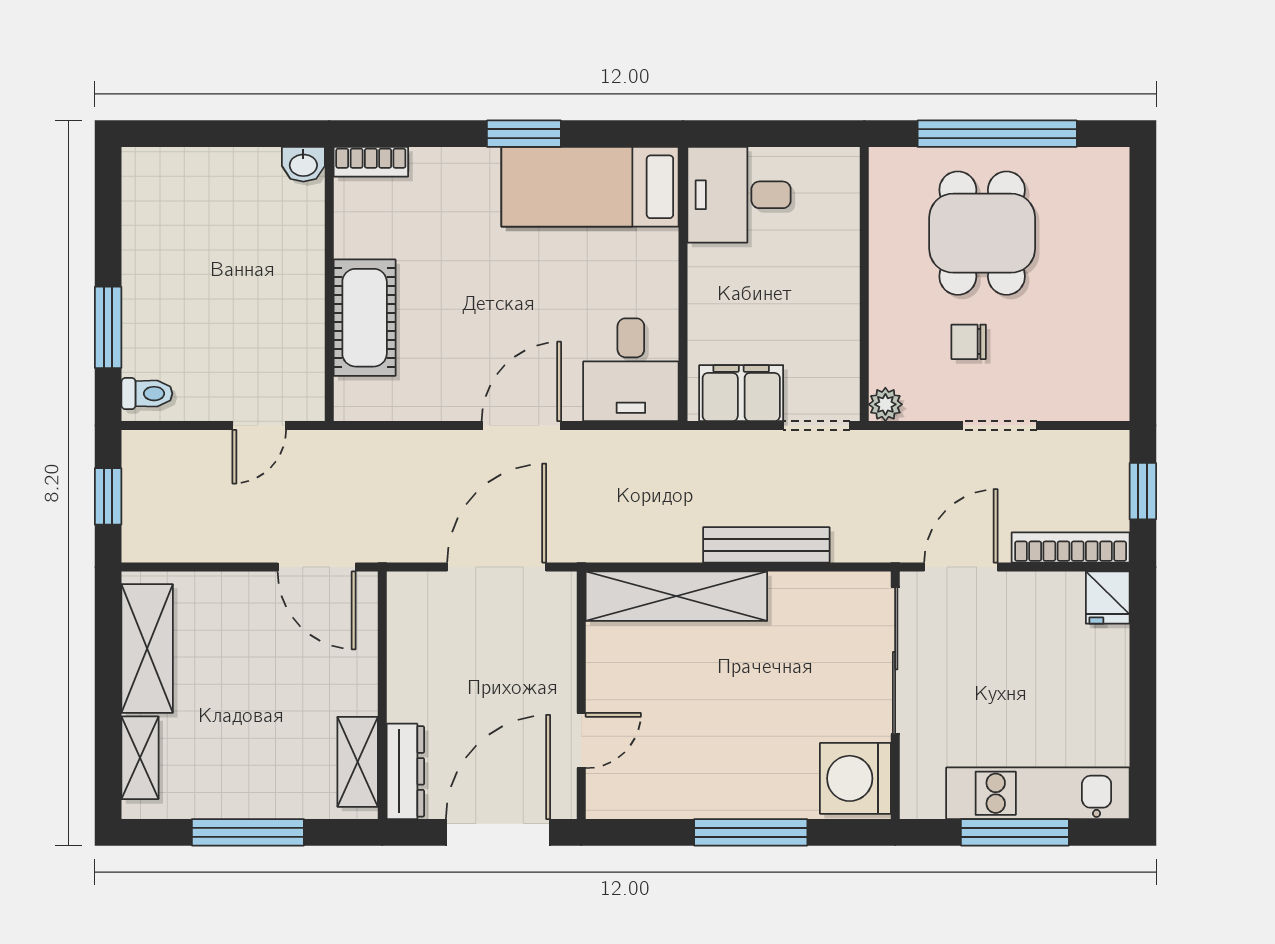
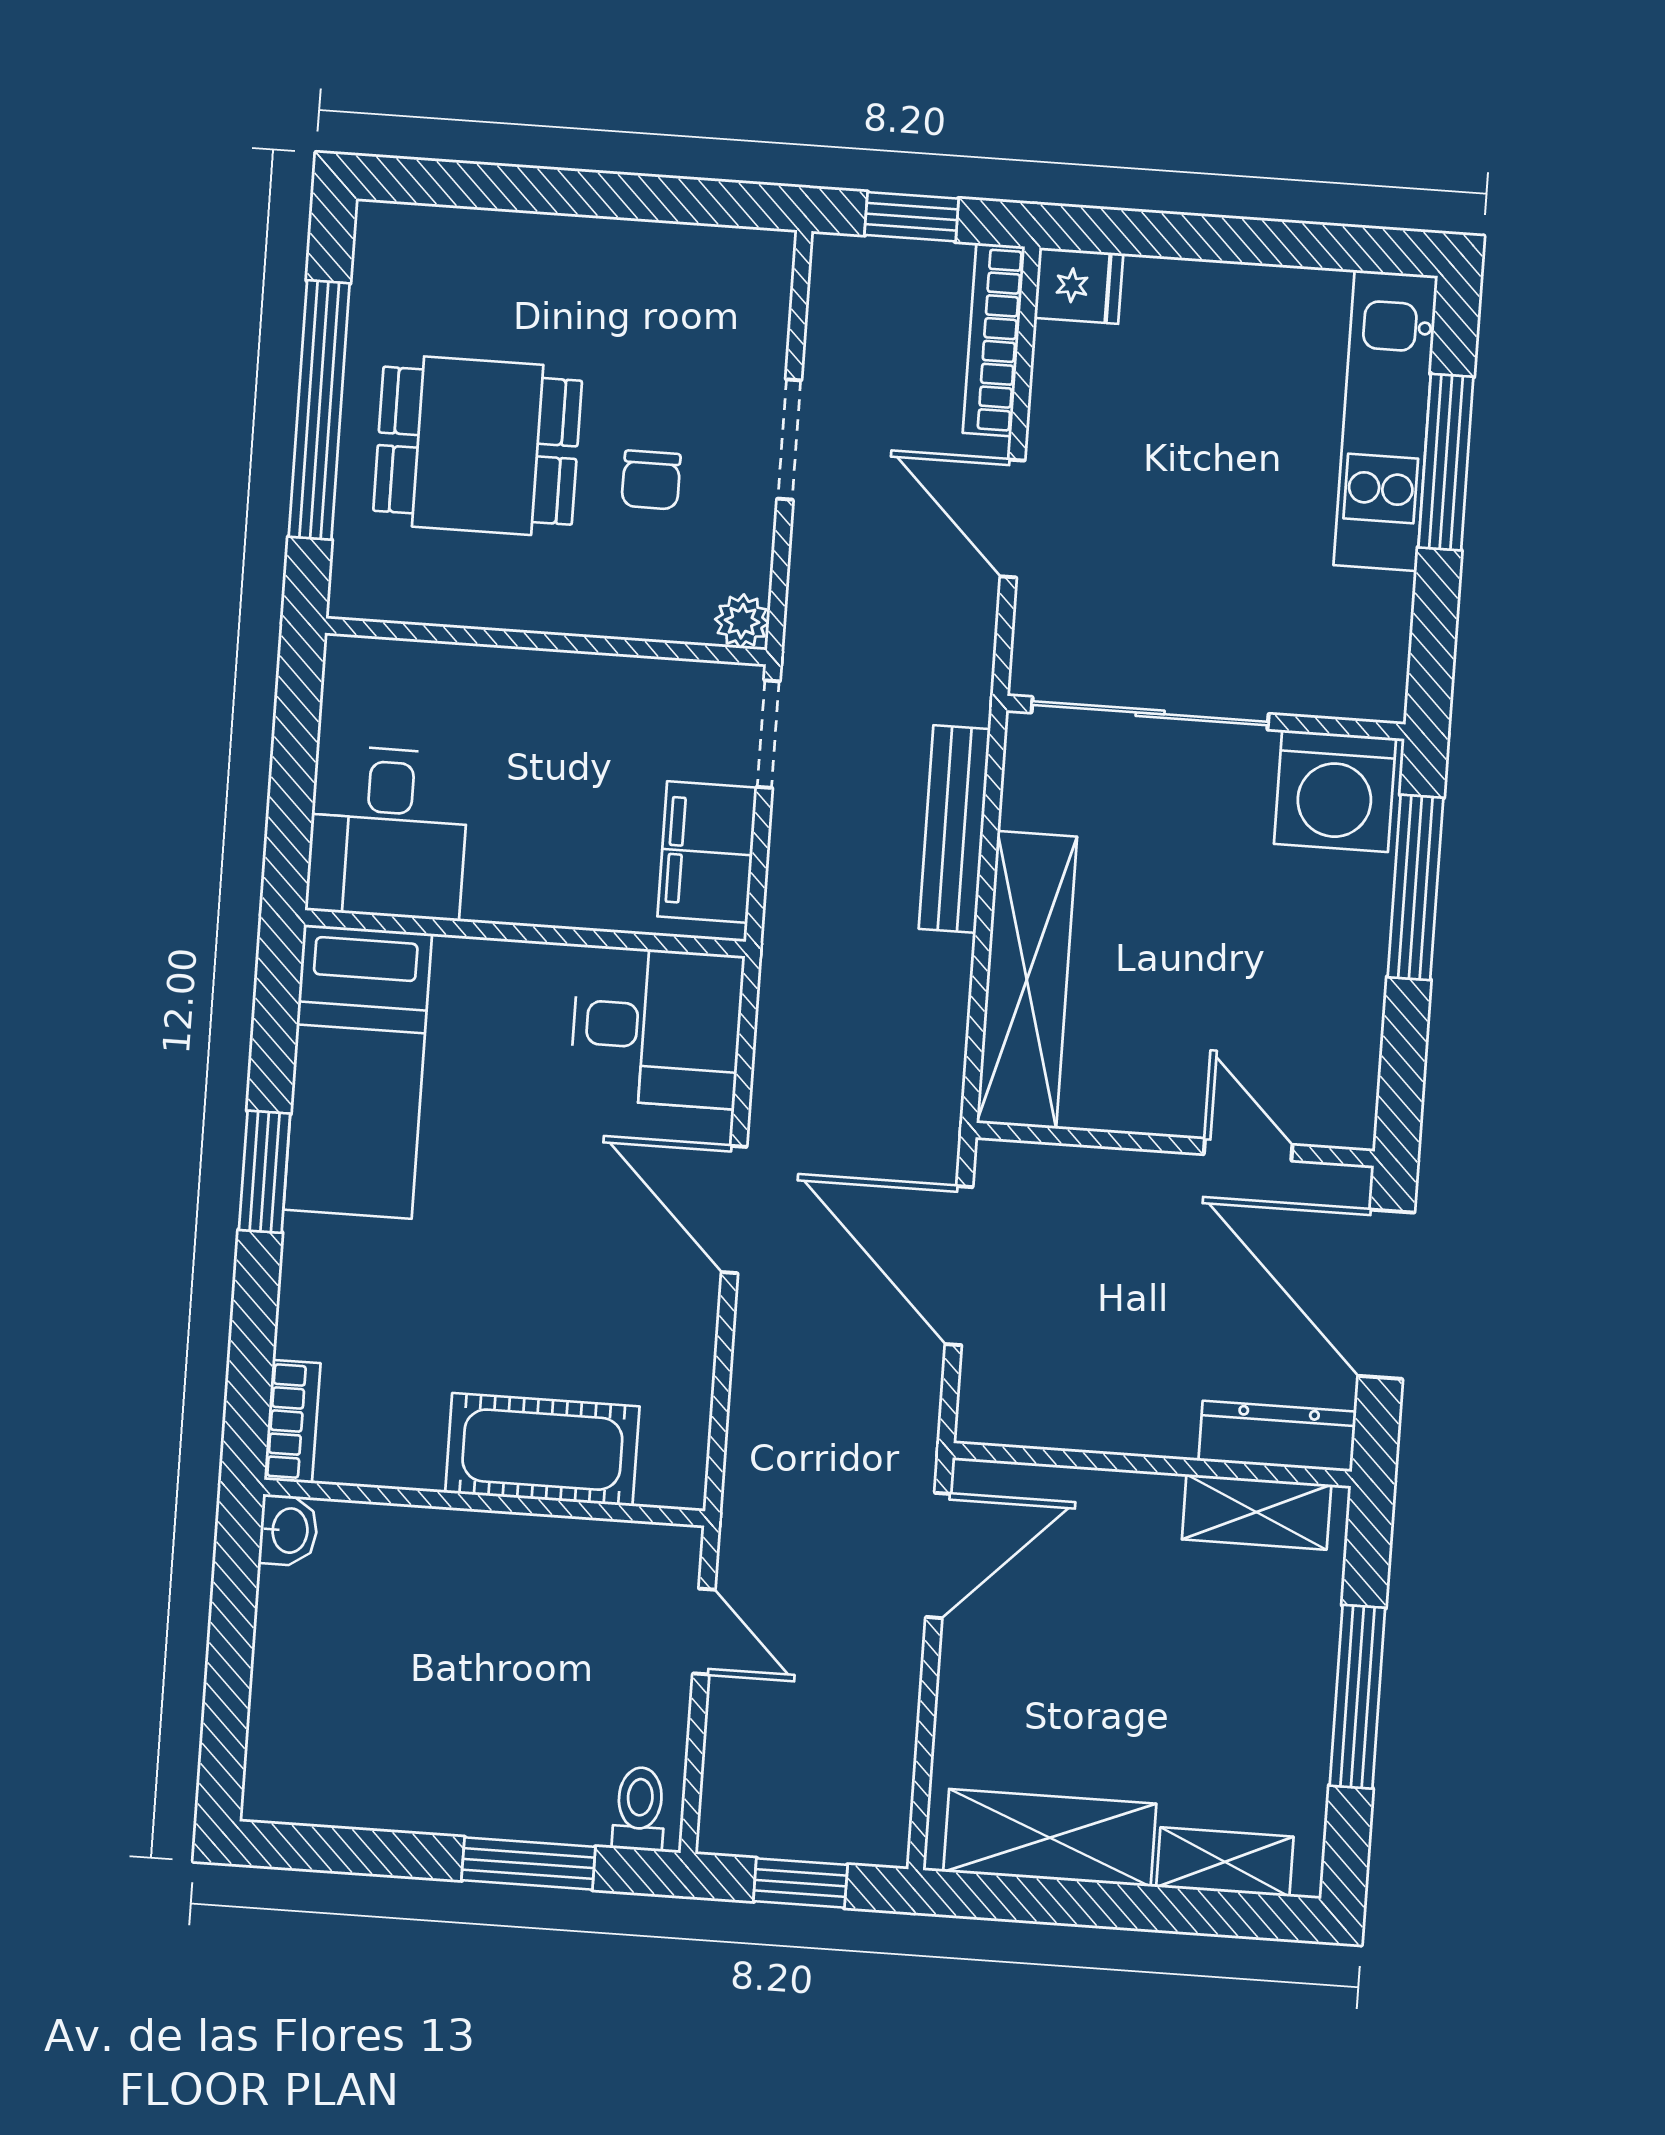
sliding door: (895, 661) -> (1150, 713), moved
wall: (895, 695) -> (1206, 717), moved
washing machine: (855, 778) -> (1335, 791), moved

